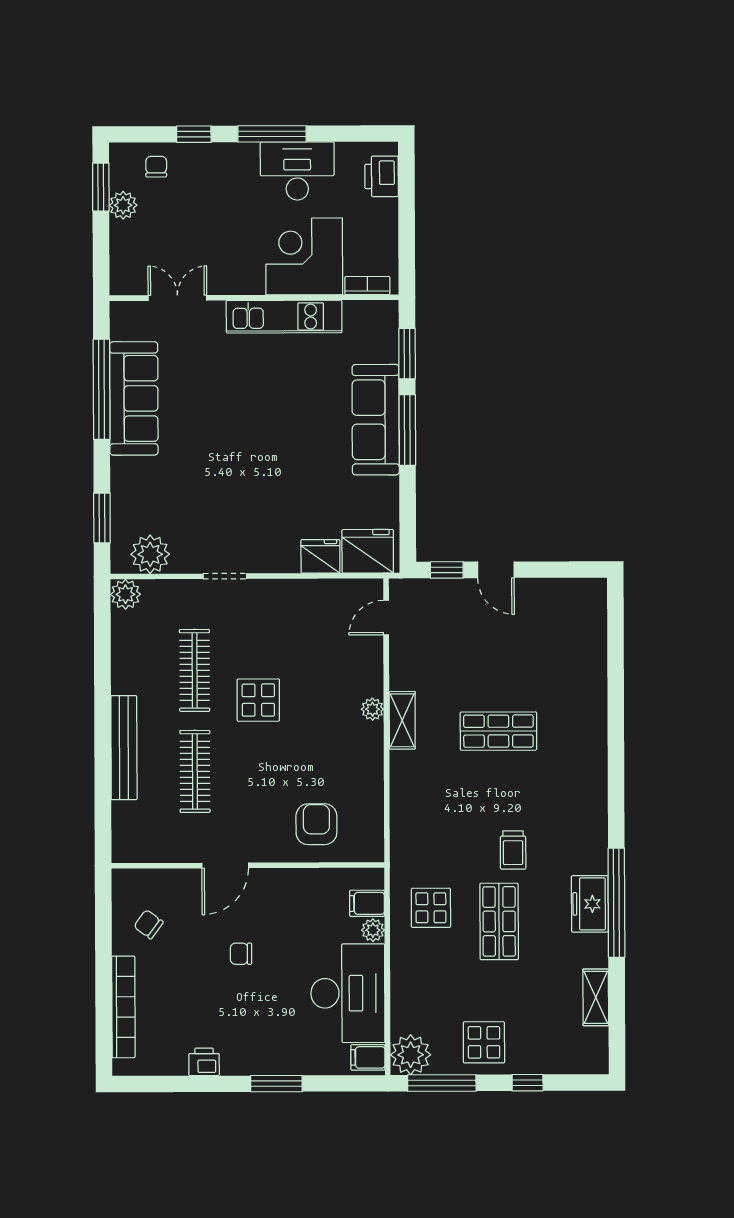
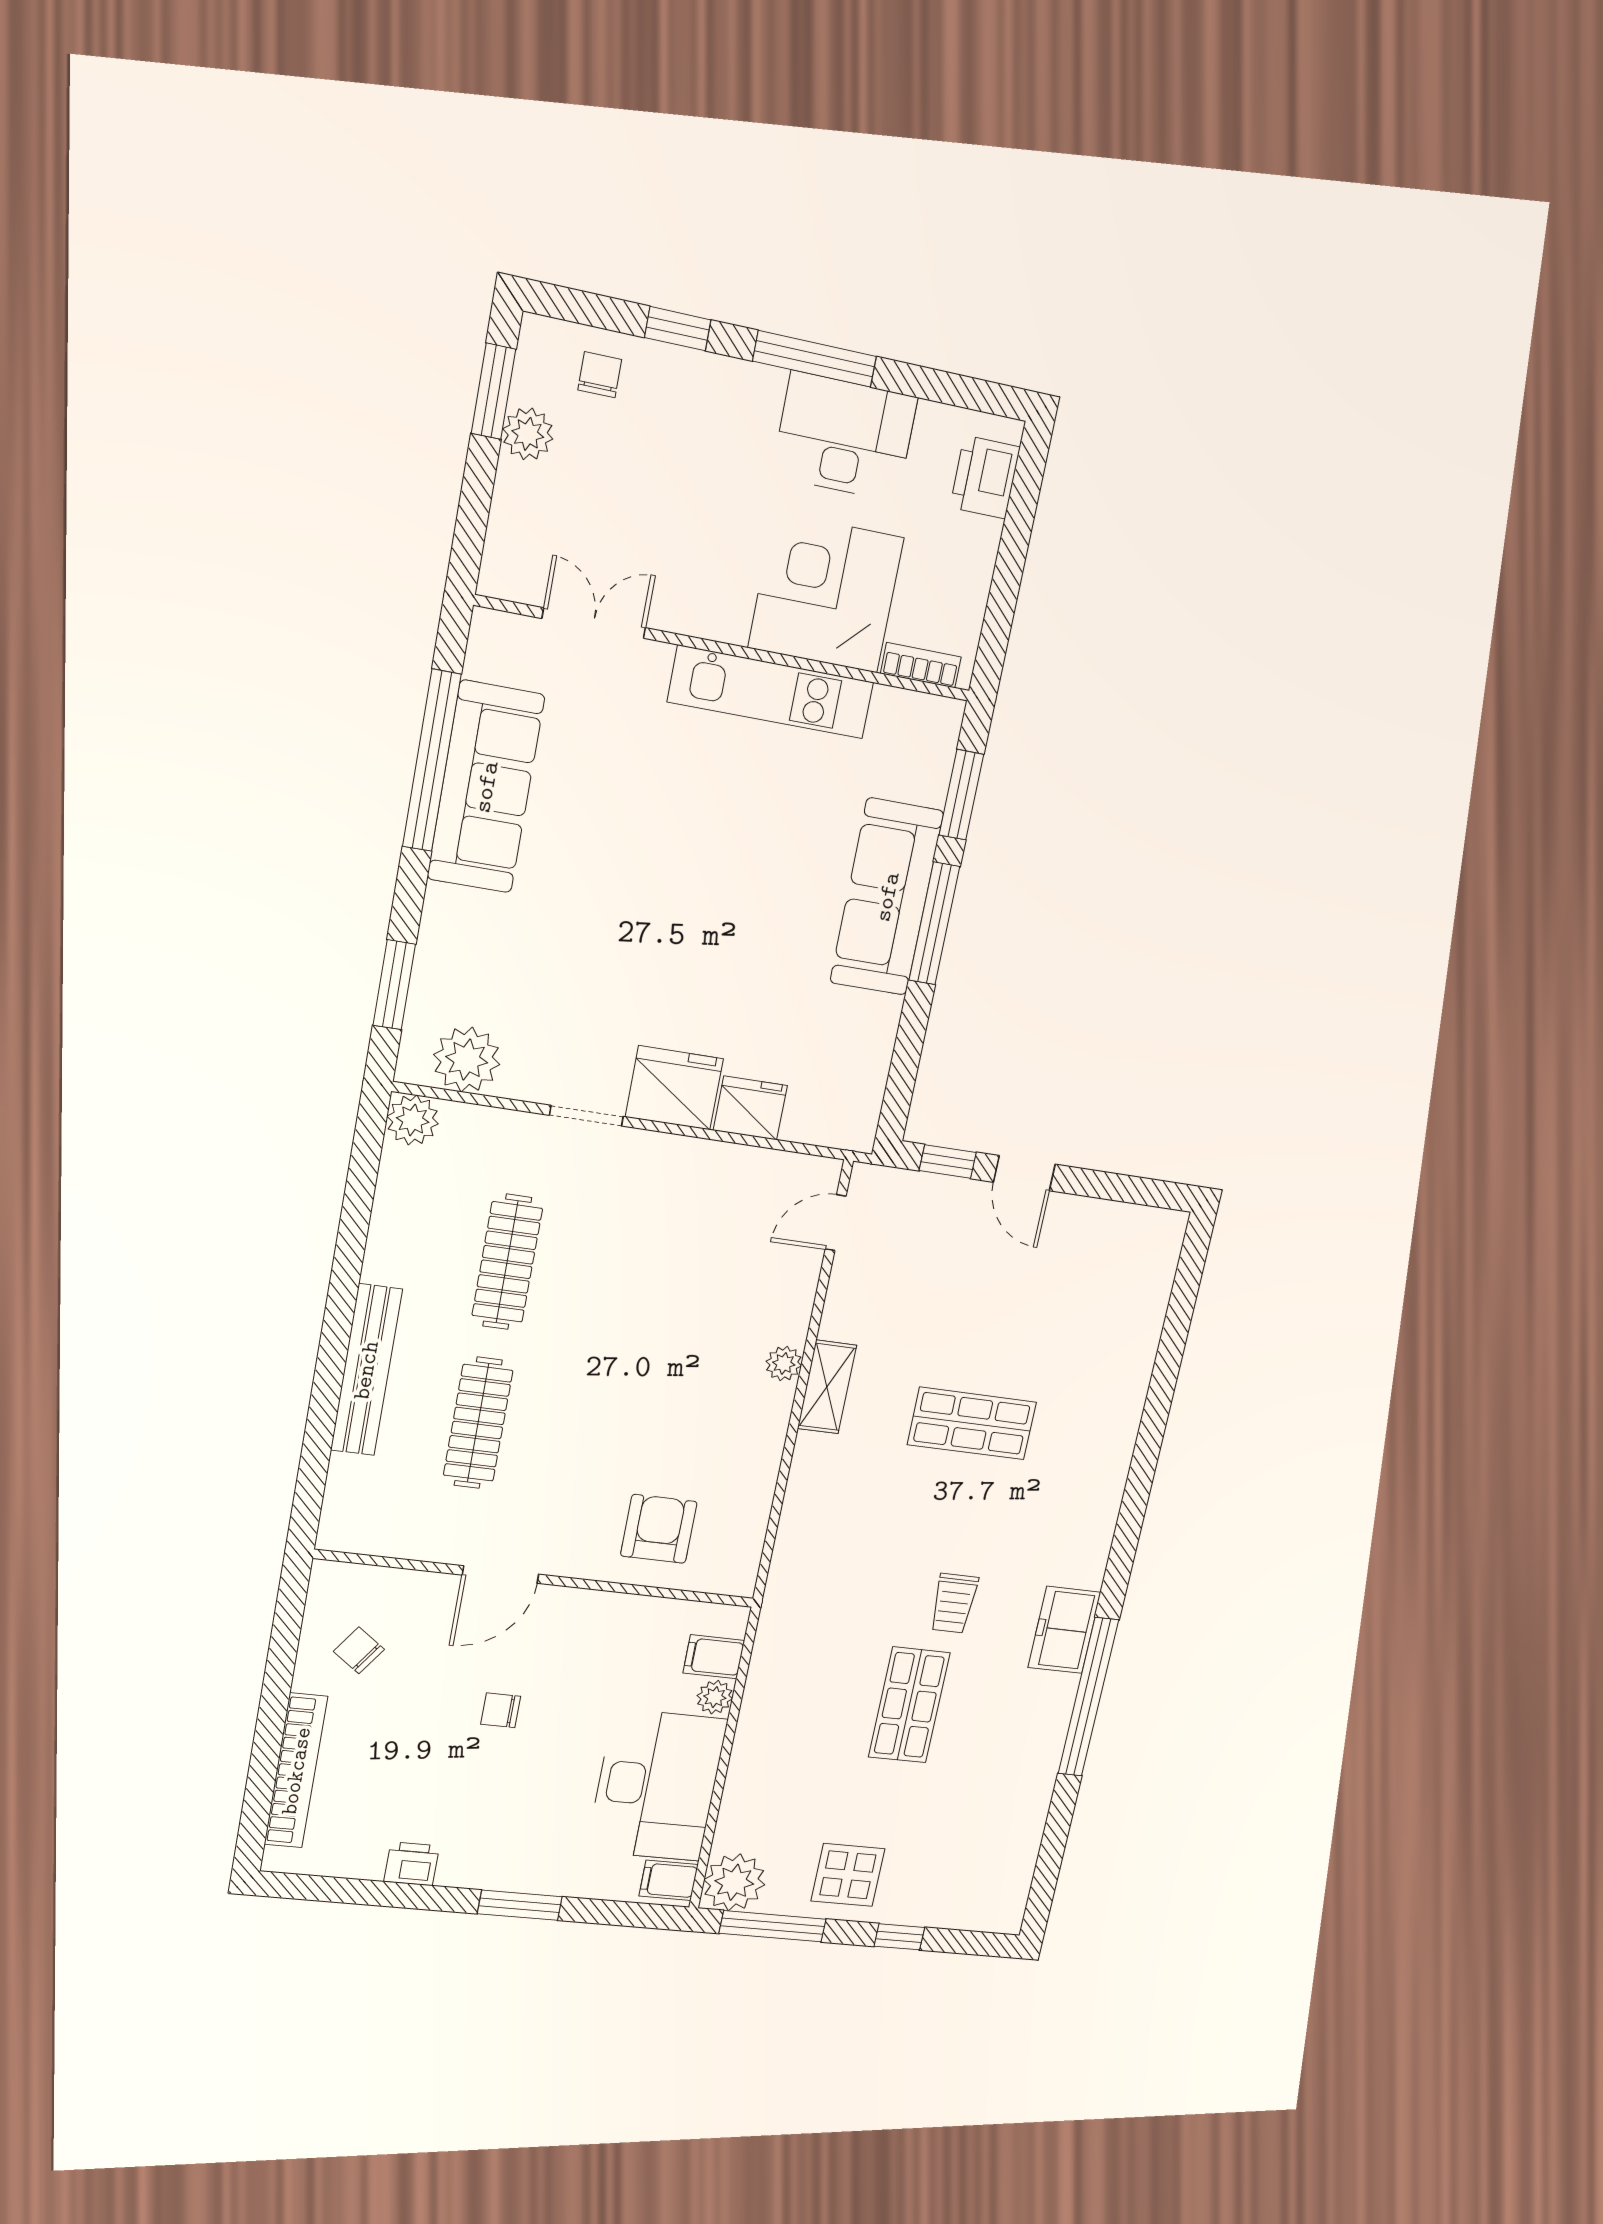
fridge: (368, 551) -> (674, 1088), moved
display table: (258, 700) -> (603, 1324), removed
freezer: (590, 904) -> (1064, 1630), moved
display table: (431, 908) -> (811, 1674), removed
shelving: (596, 997) -> (1026, 1827), removed

